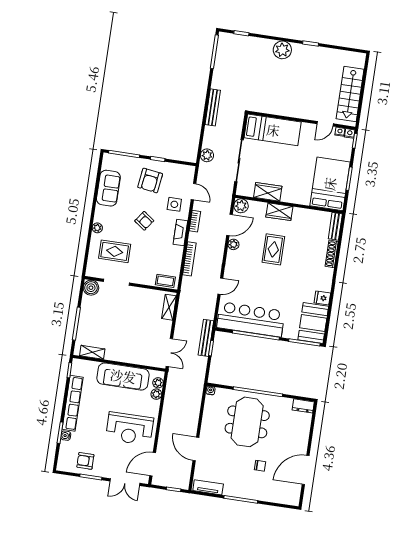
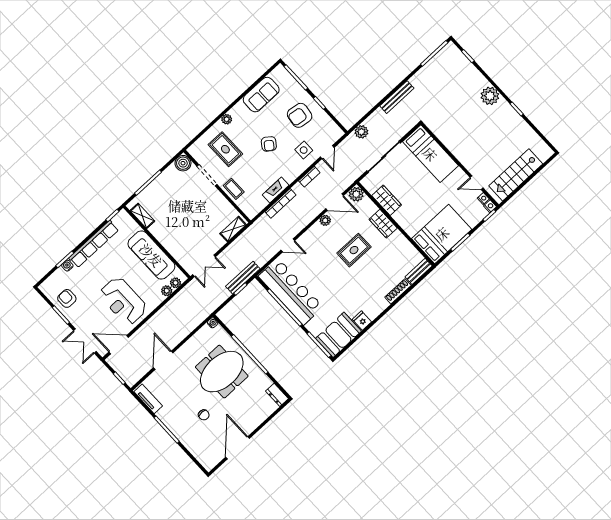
fireplace: (180, 232) -> (276, 190), moved
coffee table: (165, 281) -> (234, 189), moved
door: (306, 470) -> (238, 448), hinge flipped

